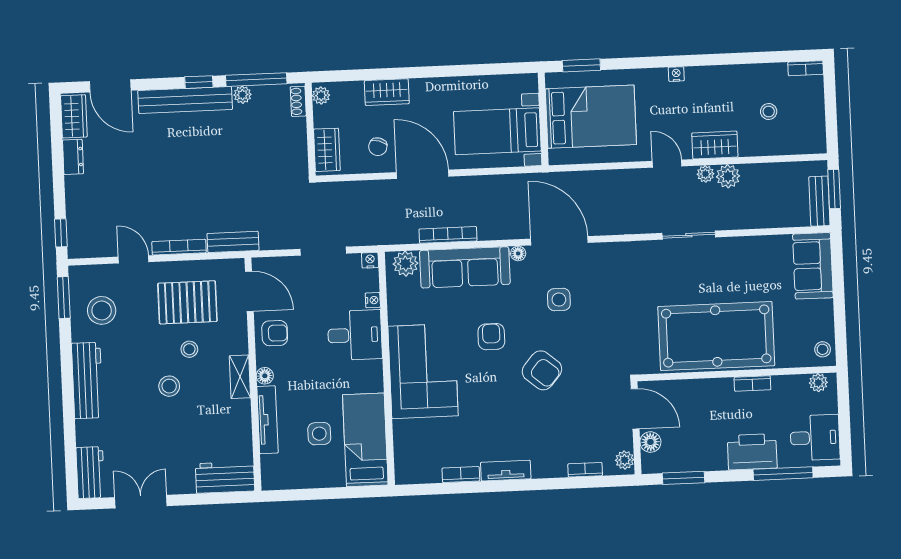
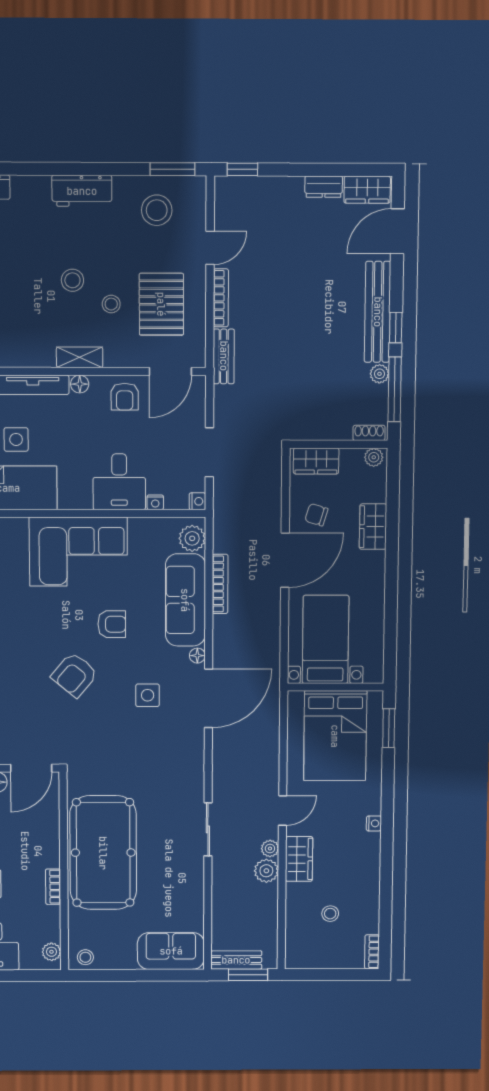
workbench: (87, 380) -> (82, 191), width x0.73

